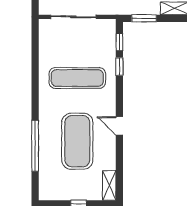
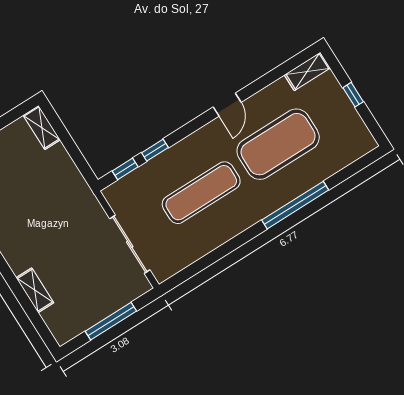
window: (144, 18) -> (77, 157), removed
exercise mat: (77, 78) -> (201, 193), turned 90
window: (35, 146) -> (295, 205), moved

